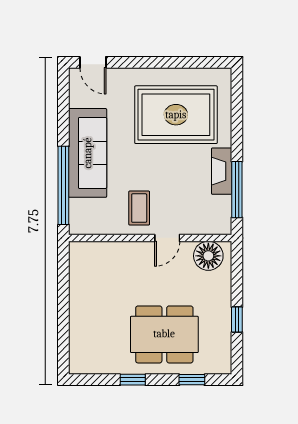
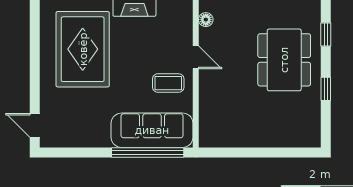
door: (93, 62) -> (35, 125), swing flipped
sofa: (88, 153) -> (152, 130), moved
floor lamp: (208, 256) -> (206, 20), width x0.53, depth x0.53

